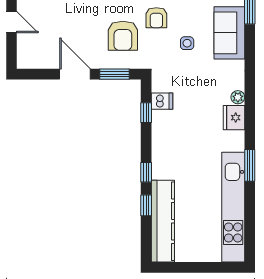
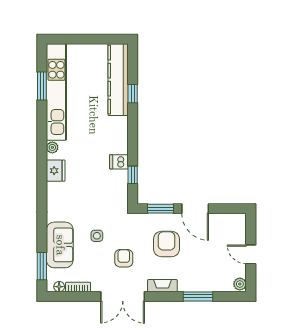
armchair: (123, 36) -> (167, 244), moved
plant: (238, 97) -> (52, 147), moved
dishwasher: (162, 101) -> (119, 162), moved
window: (250, 165) -> (42, 86), moved
window: (146, 172) -> (133, 123), removed

